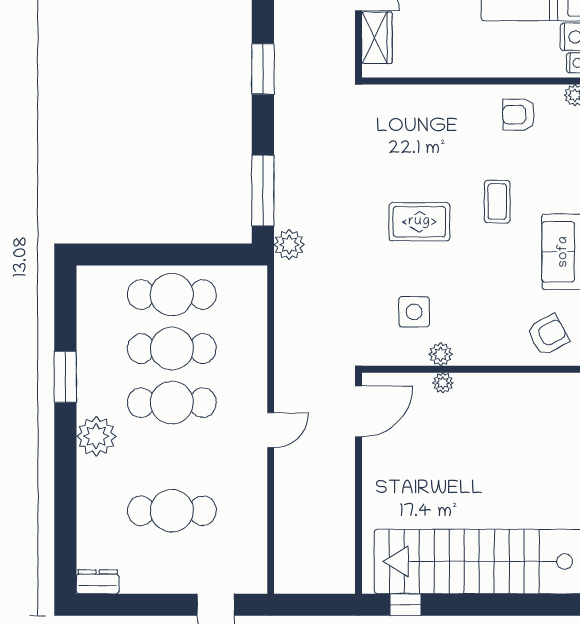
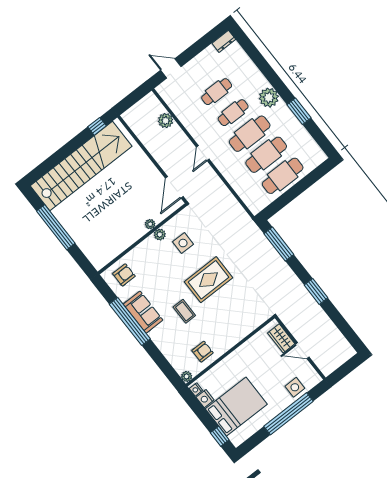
rug: (419, 222) -> (208, 280), width x1.36, depth x1.43
plant: (289, 245) -> (166, 121), moved
armchair: (548, 335) -> (124, 275), turned -152
cafe table: (172, 457) -> (233, 113), added
cafe table: (172, 511) -> (217, 92), width x0.73, depth x0.74

